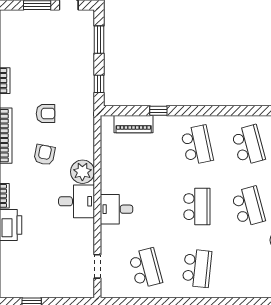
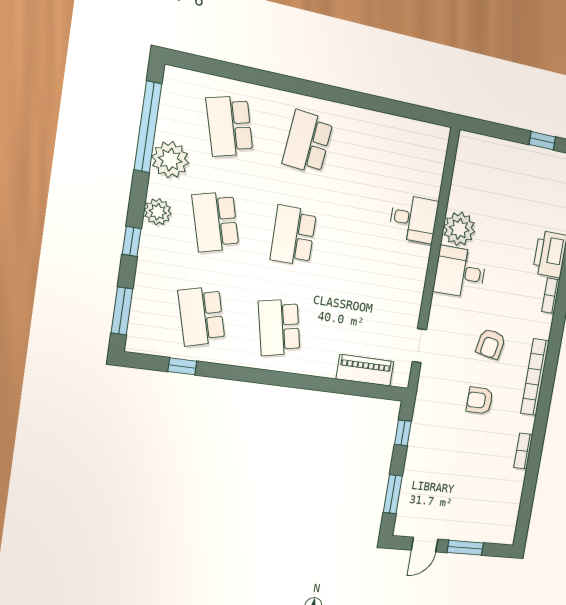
window: (158, 111) -> (182, 366), moved
plant: (82, 172) -> (459, 229), moved
desk: (117, 209) -> (414, 219), moved
doorway: (97, 266) -> (419, 346), moved
school desk: (146, 268) -> (230, 126), moved

